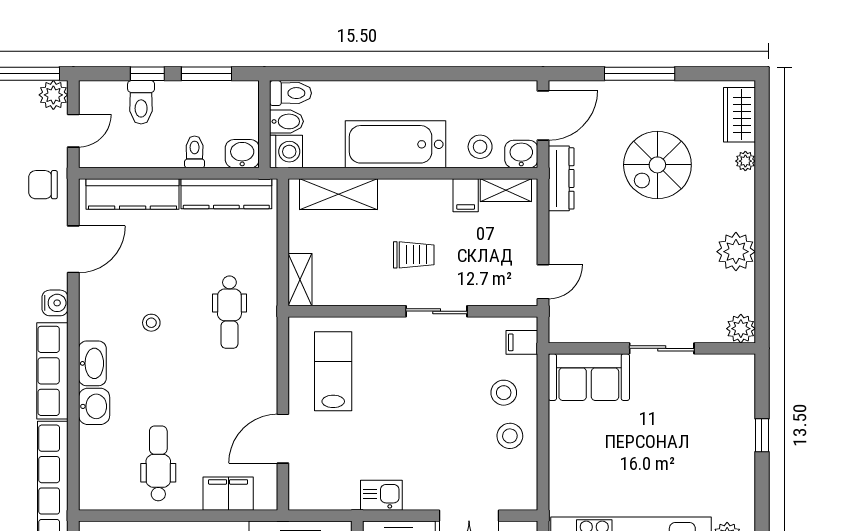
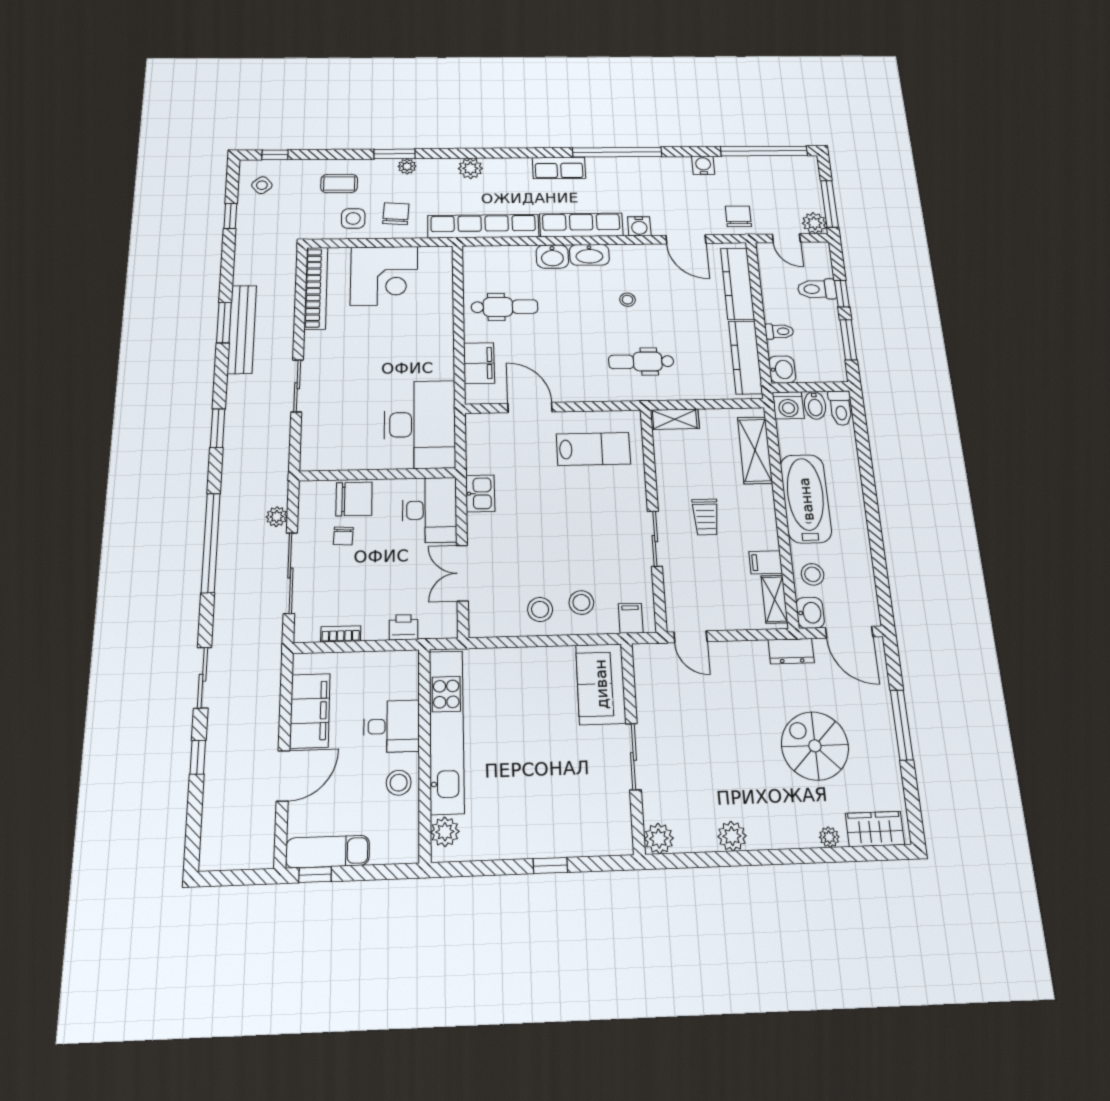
dresser: (561, 178) -> (791, 651), width x0.70
plant: (736, 252) -> (732, 836), width x0.73, depth x0.73

